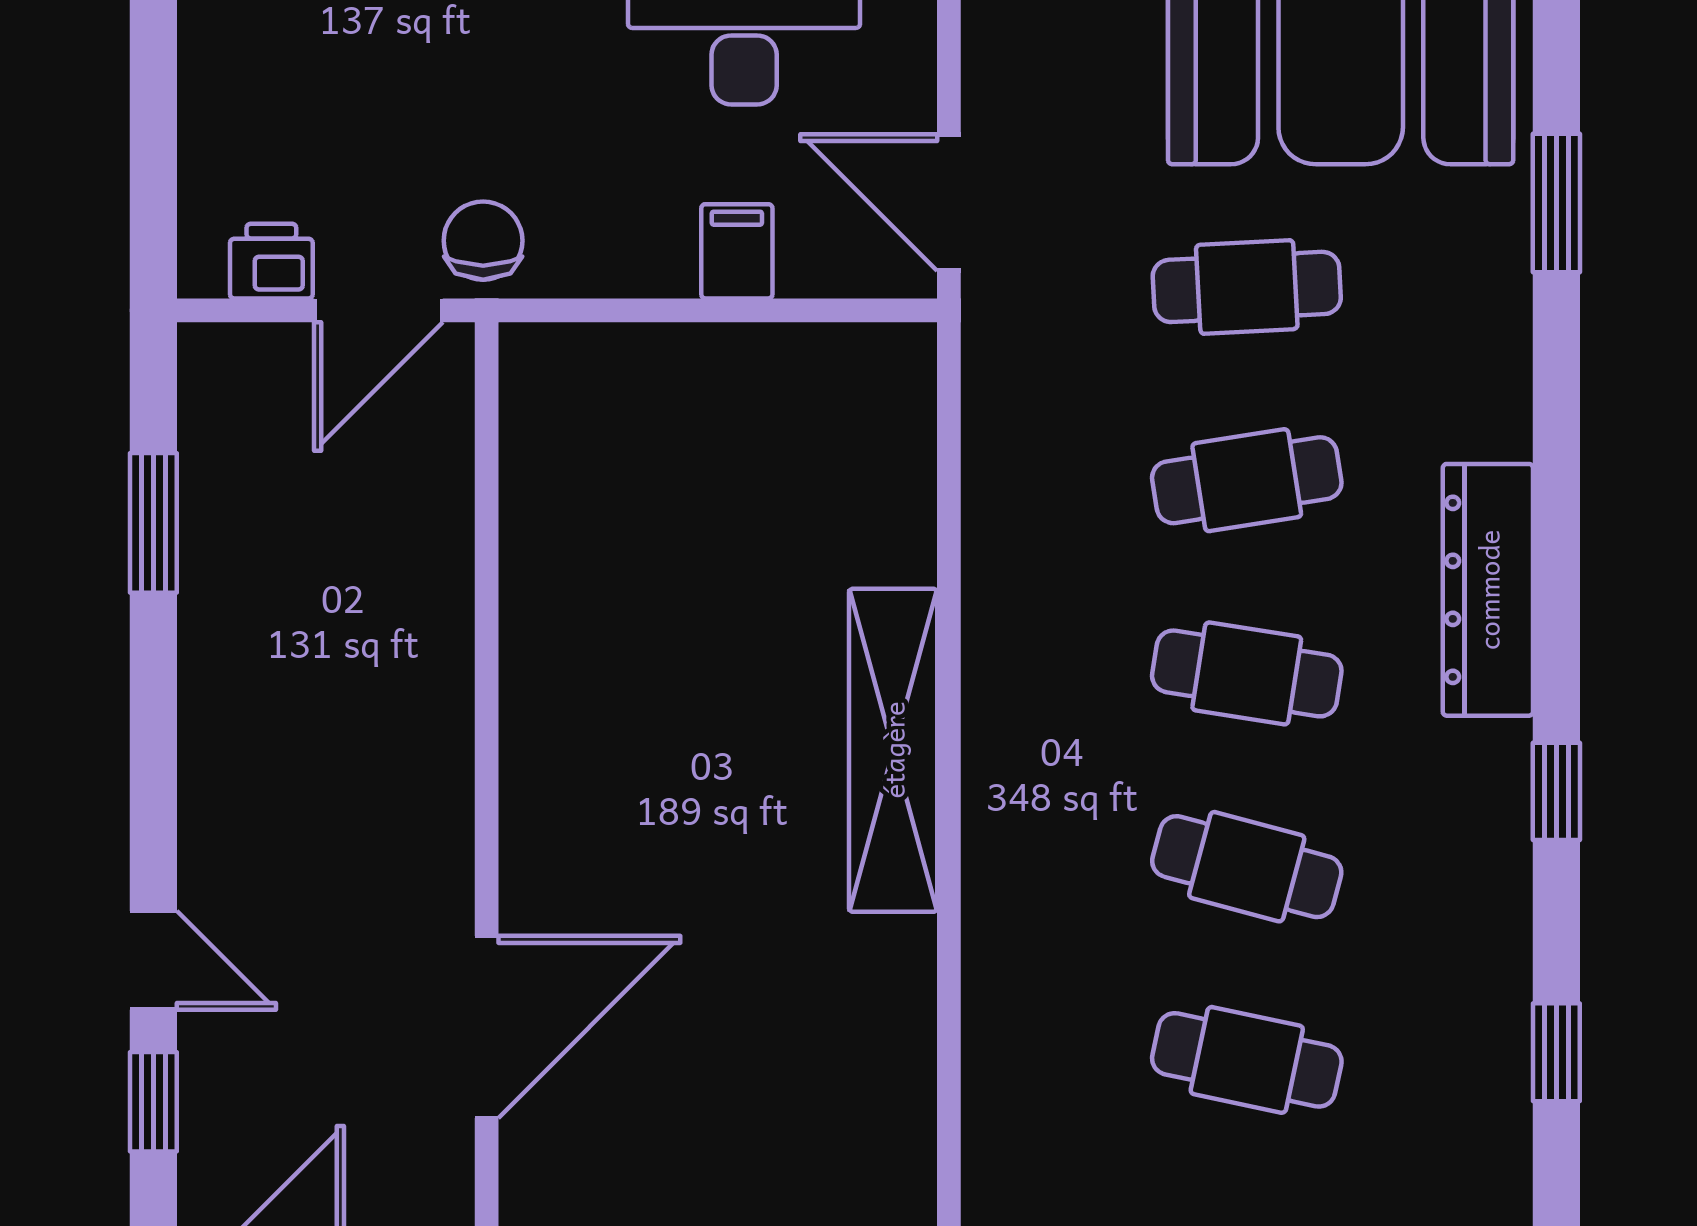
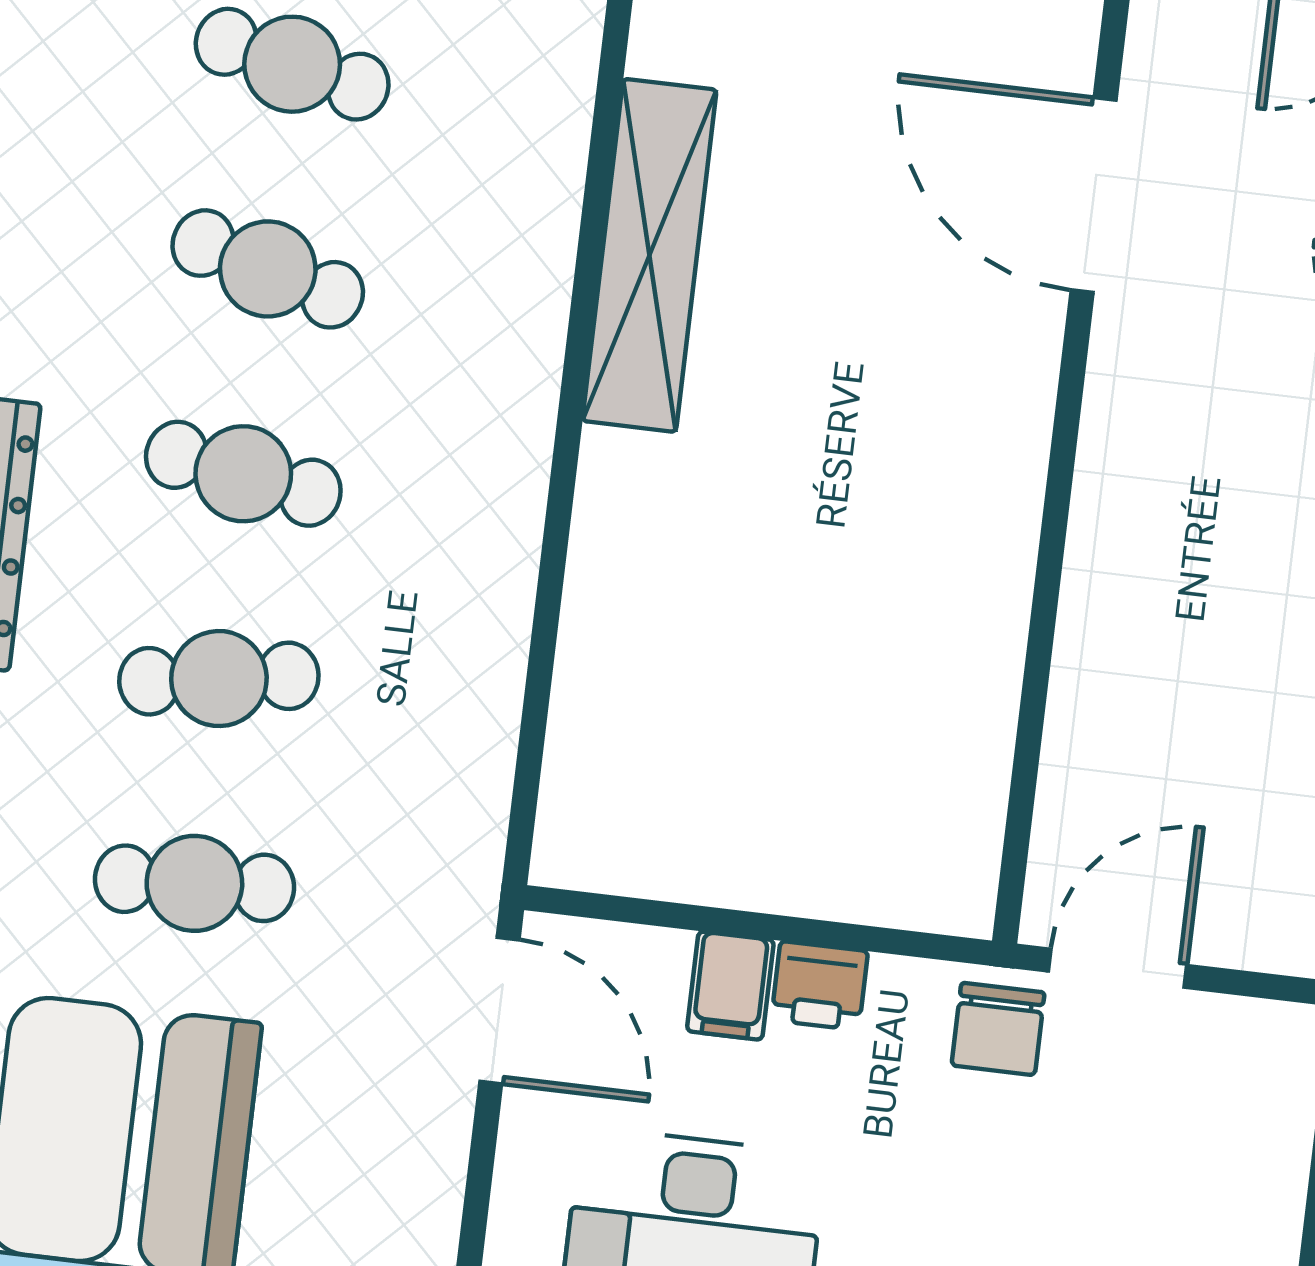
printer: (271, 261) -> (820, 986), moved
shelving: (893, 750) -> (649, 255), moved
door: (487, 1027) -> (1094, 195), hinge flipped

